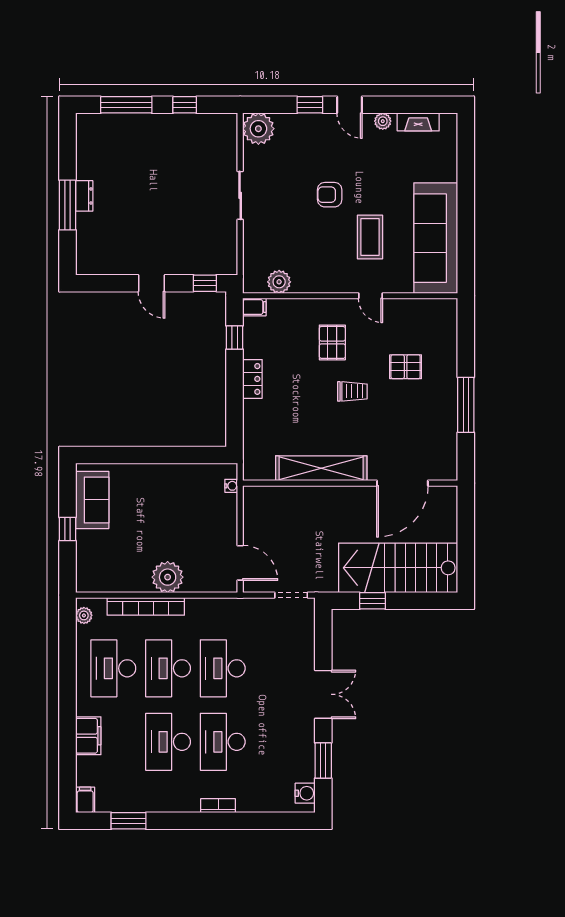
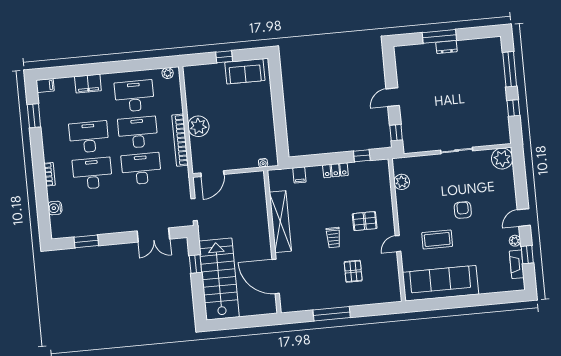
window: (310, 105) -> (527, 255), moved
filing cabinet: (254, 307) -> (299, 175), moved
bookcase: (146, 606) -> (180, 140), moved
double door: (323, 694) -> (153, 235), moved
water cooler: (305, 793) -> (55, 208), moved, turned 90

